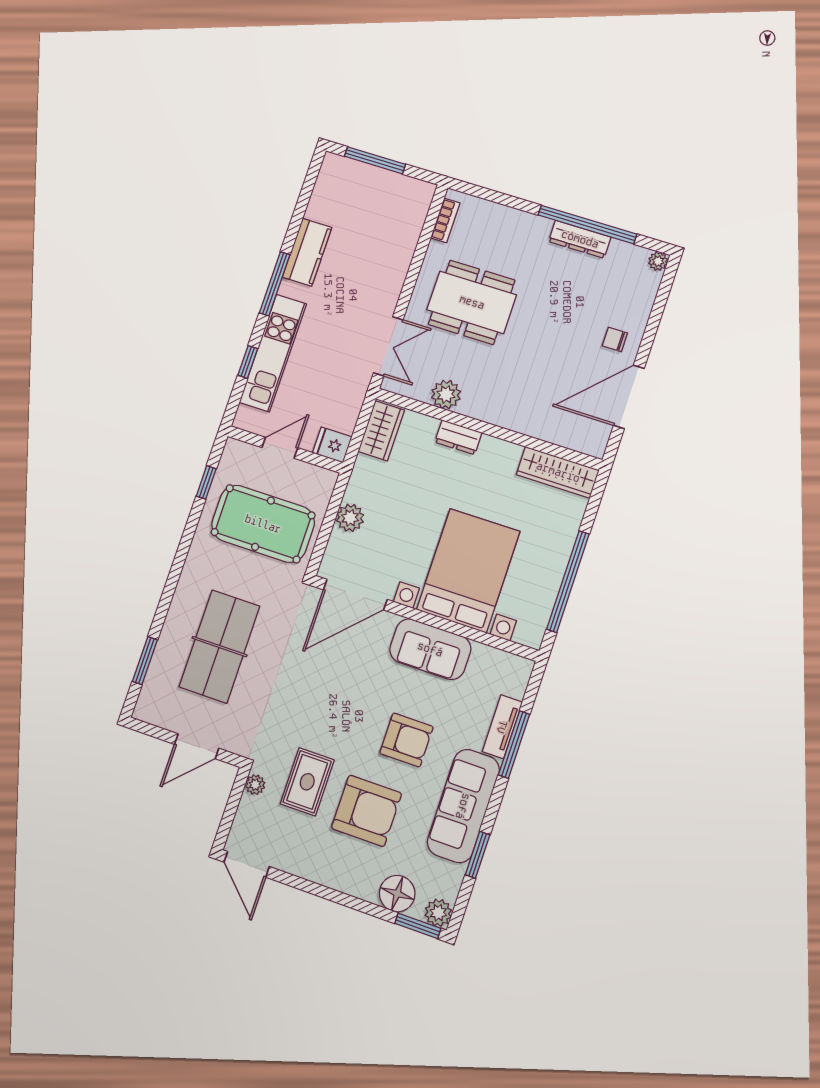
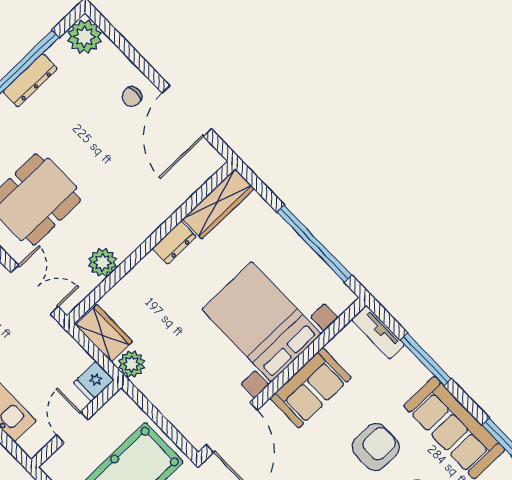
plant: (658, 261) -> (84, 37), width x1.88, depth x1.88
dresser: (458, 437) -> (174, 242), moved
plant: (350, 518) -> (132, 364), moved
tv unit: (502, 727) -> (378, 332), moved

